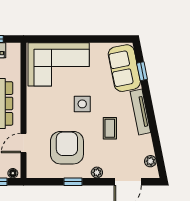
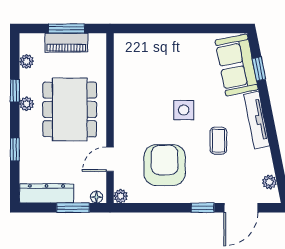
corner sofa: (59, 64) -> (154, 60), removed
plant: (97, 172) -> (121, 196), moved
window: (73, 182) -> (203, 208), moved

